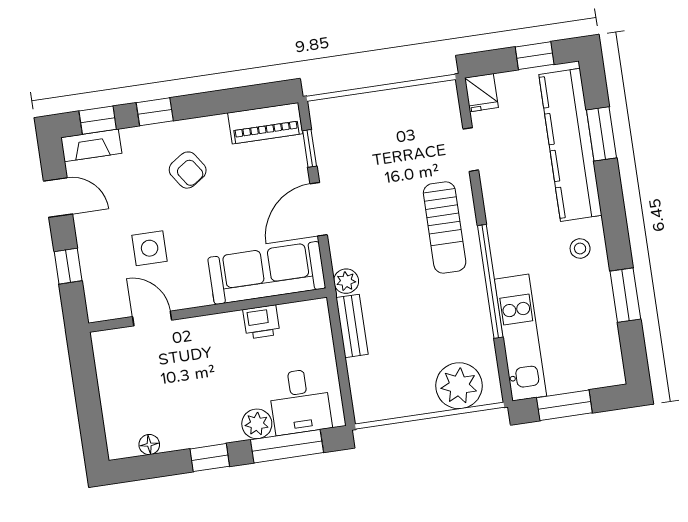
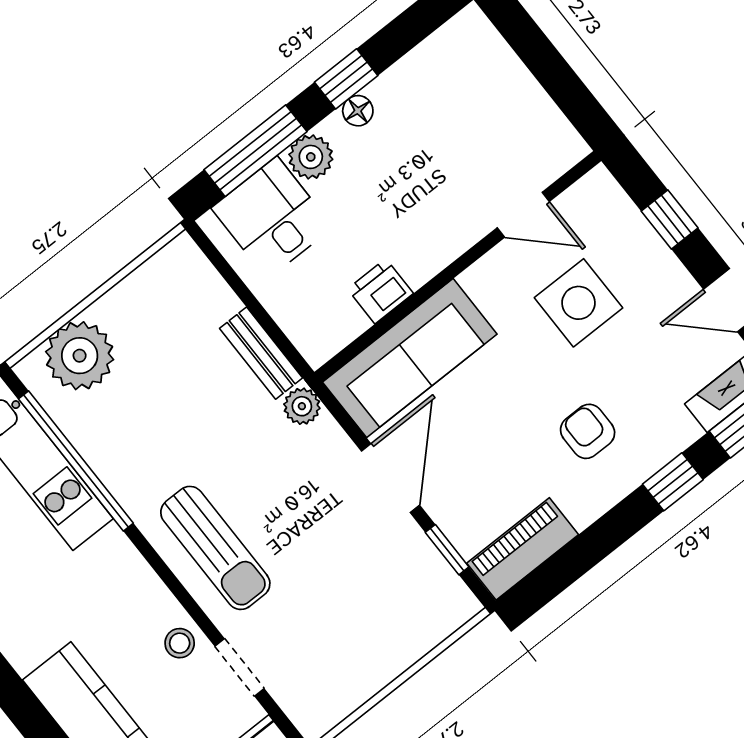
armchair: (188, 170) -> (588, 431), turned 34
sun lounger: (445, 228) -> (215, 548), turned 180
side table: (150, 248) -> (578, 303), width x1.37, depth x1.37
stool: (580, 248) -> (180, 643), moved
window: (490, 281) -> (76, 461), moved
floor lamp: (149, 445) -> (358, 111), moved

